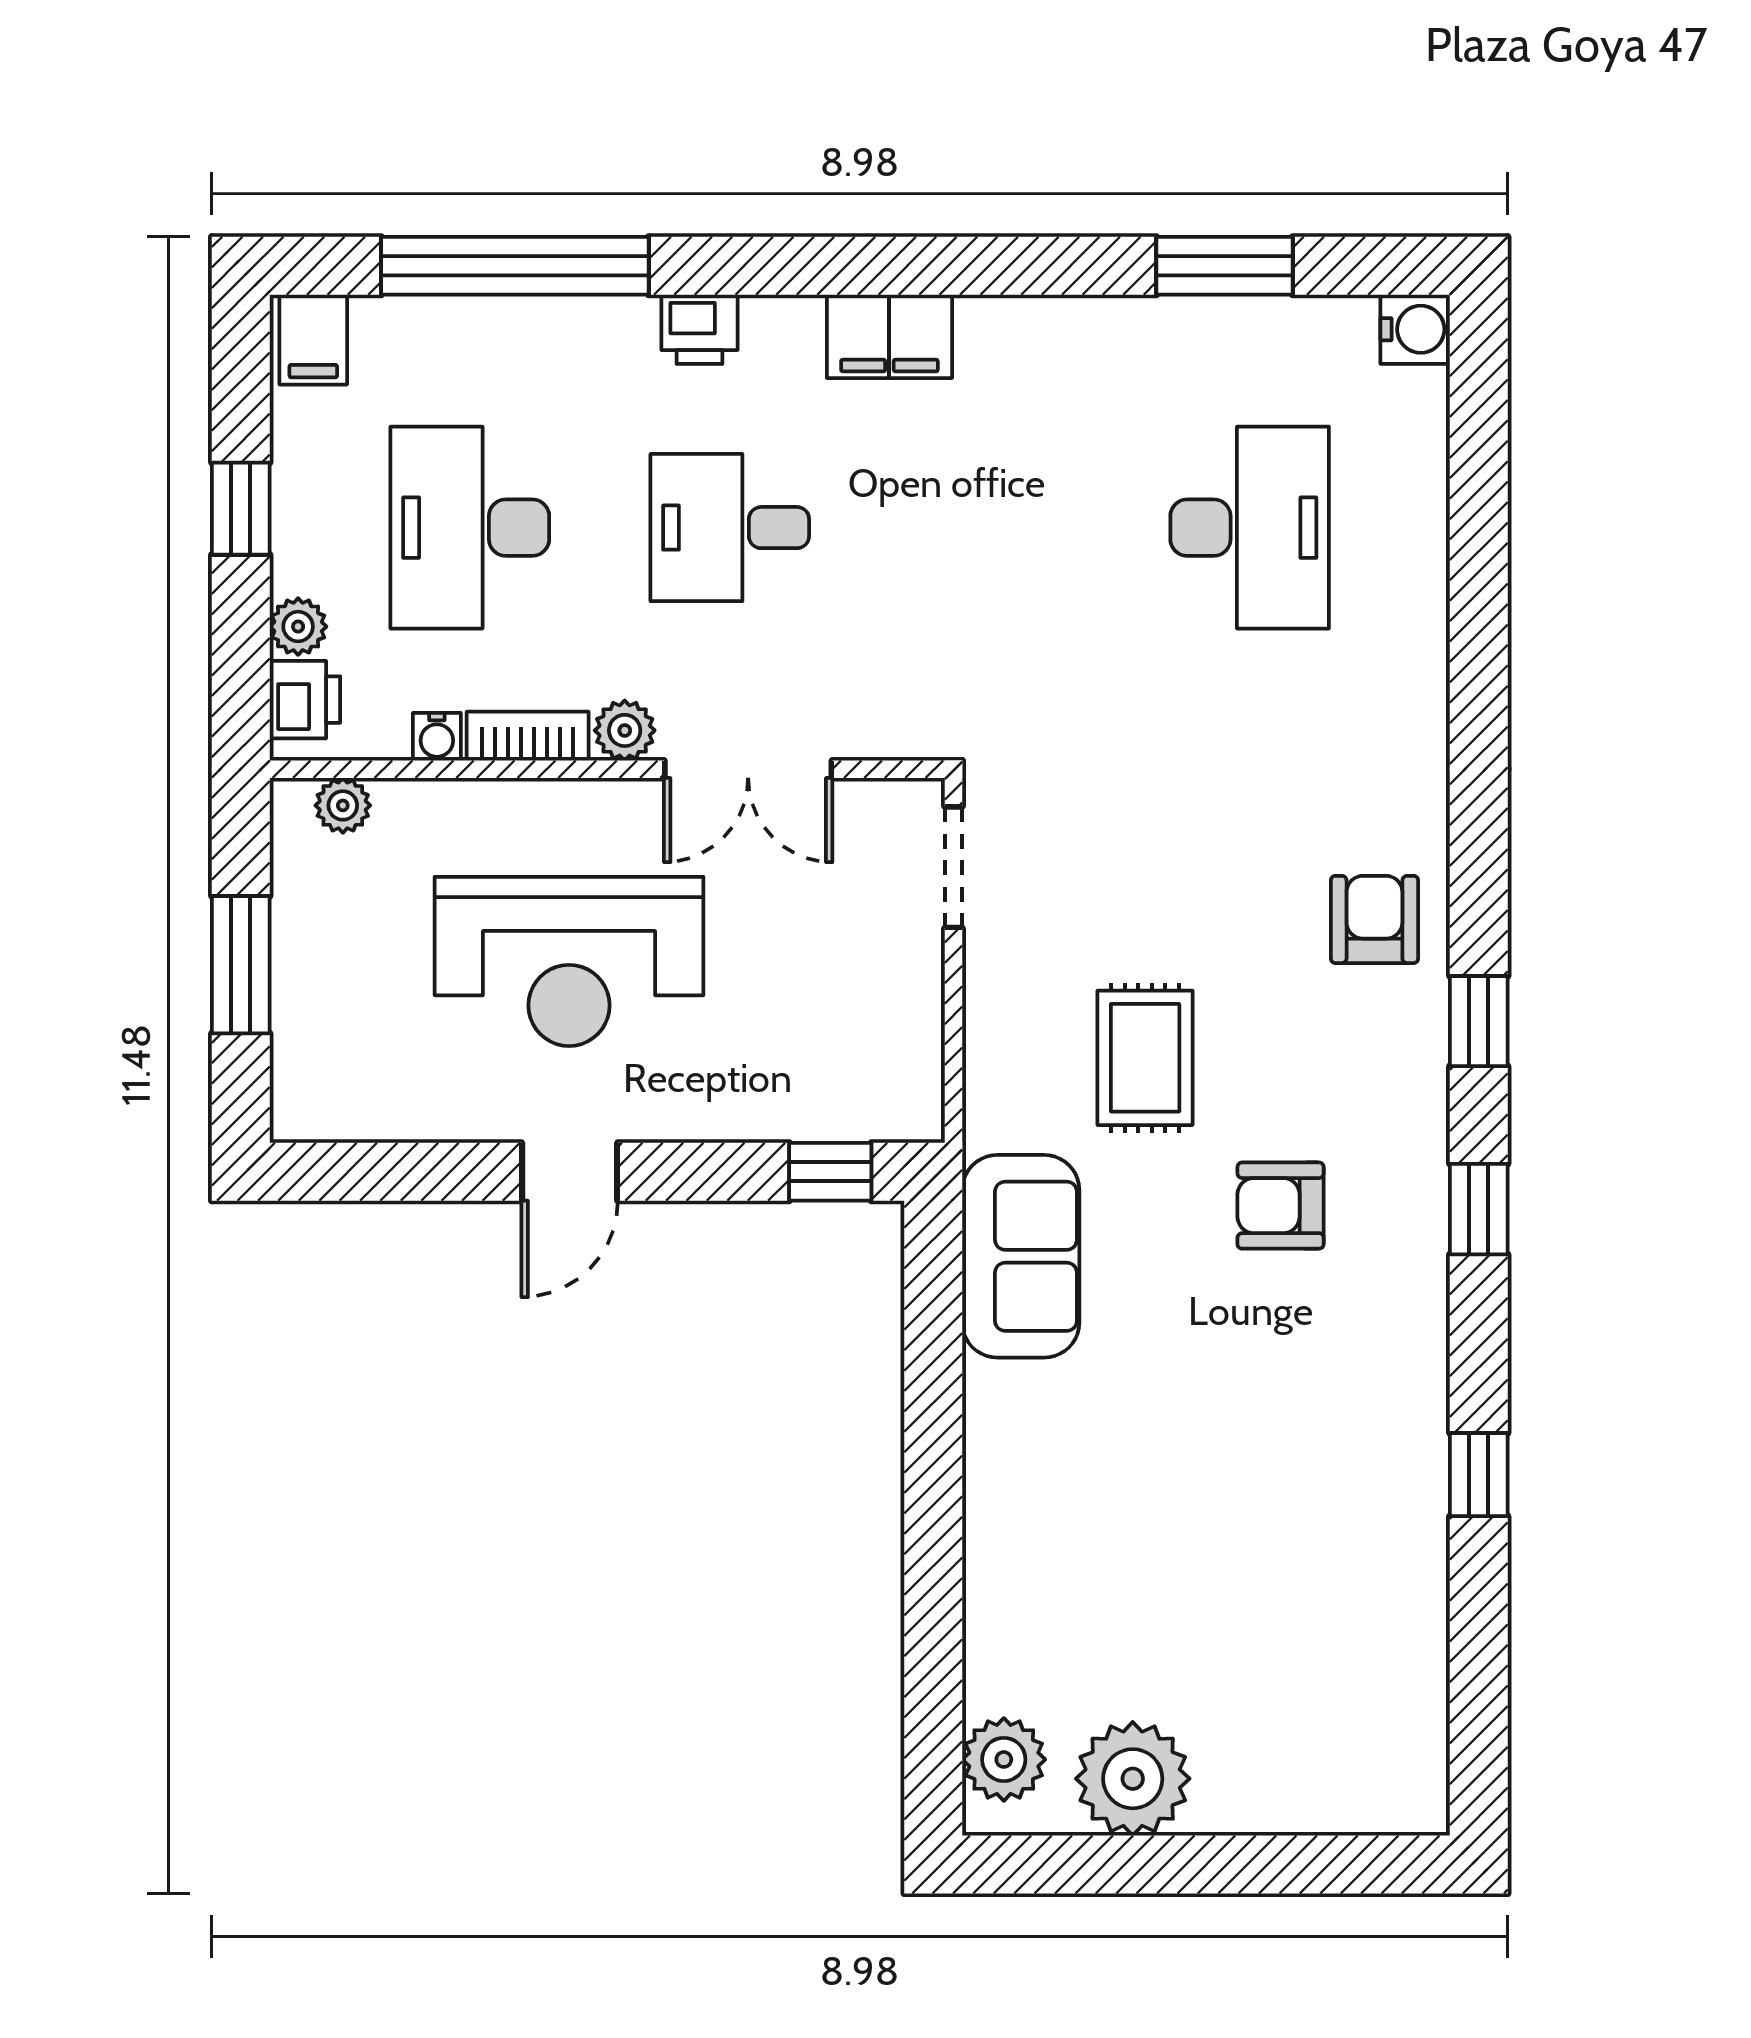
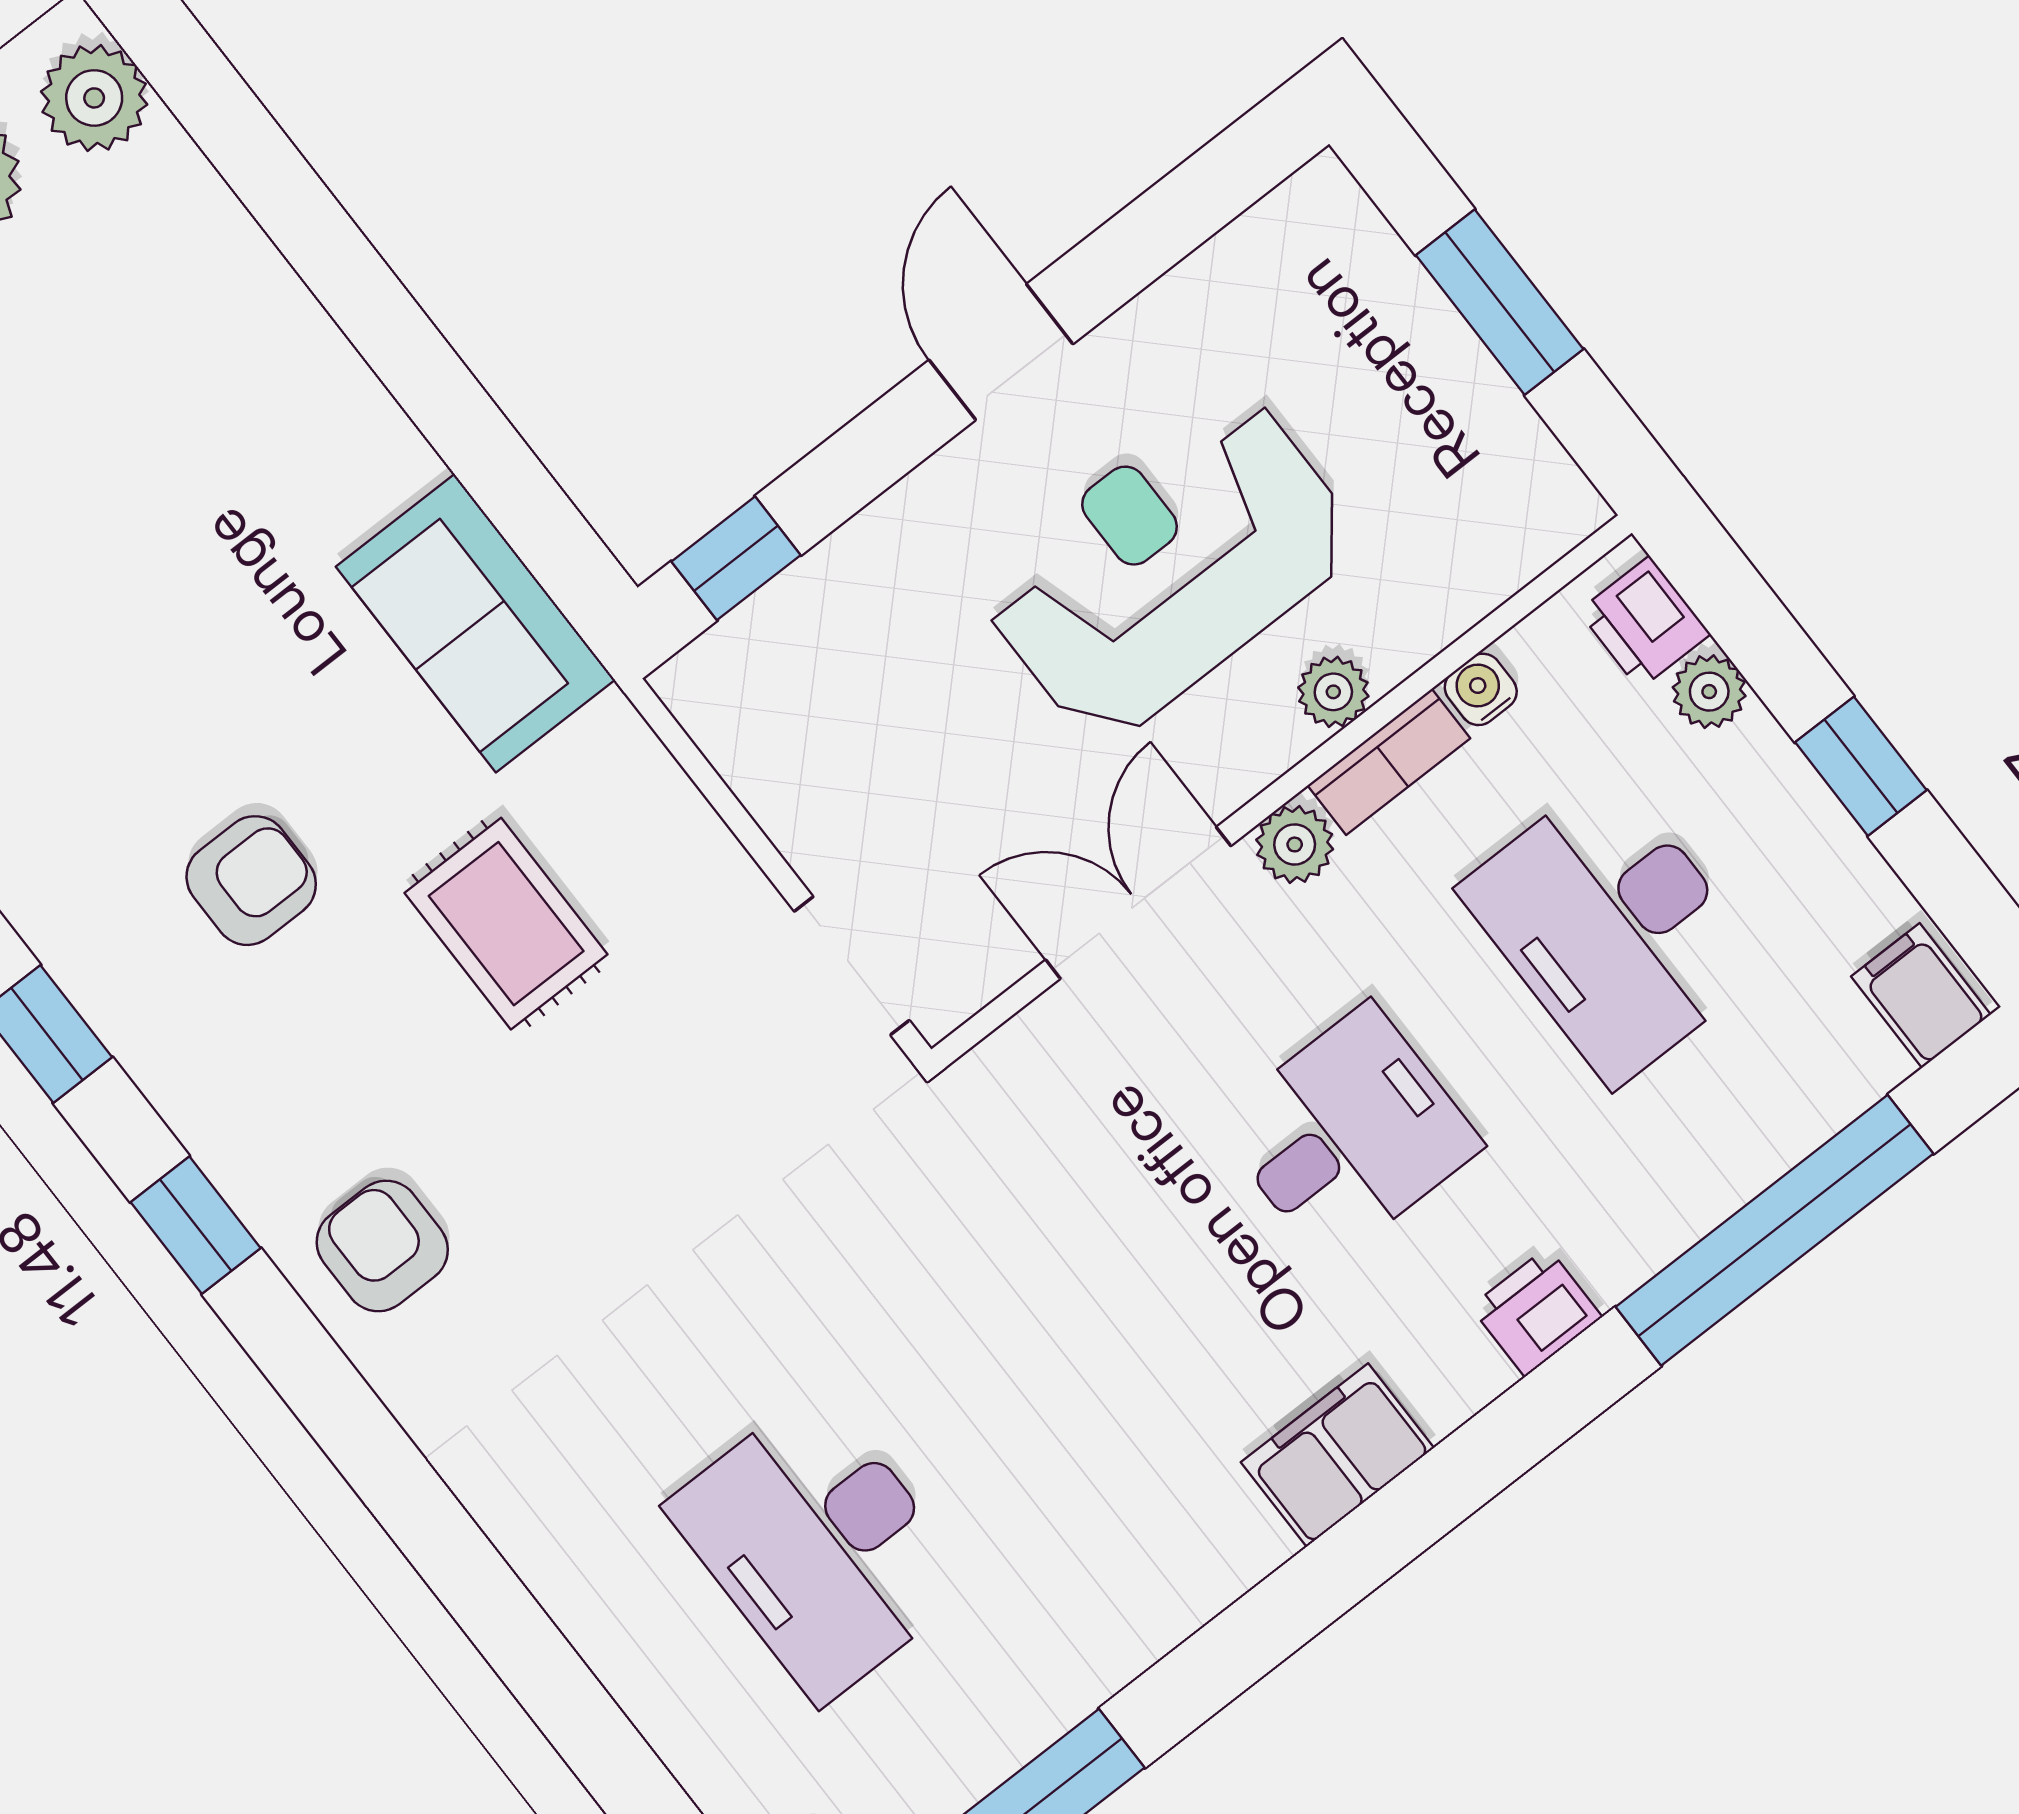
desk: (470, 528) -> (1613, 928), turned 180
plant: (343, 805) -> (1333, 692), moved
armchair: (1374, 919) -> (382, 1246), turned 180

